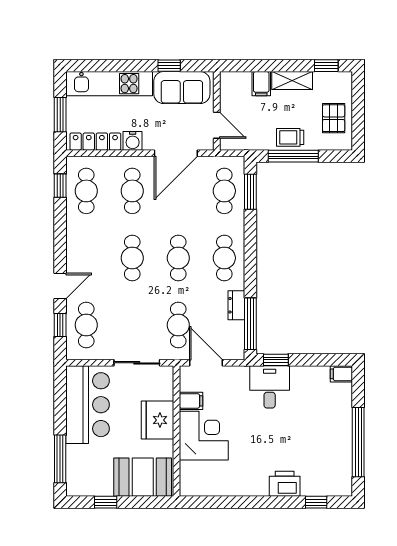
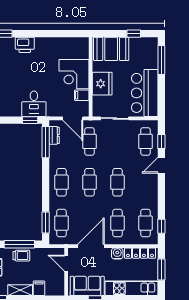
dresser: (236, 305) -> (54, 135), moved

